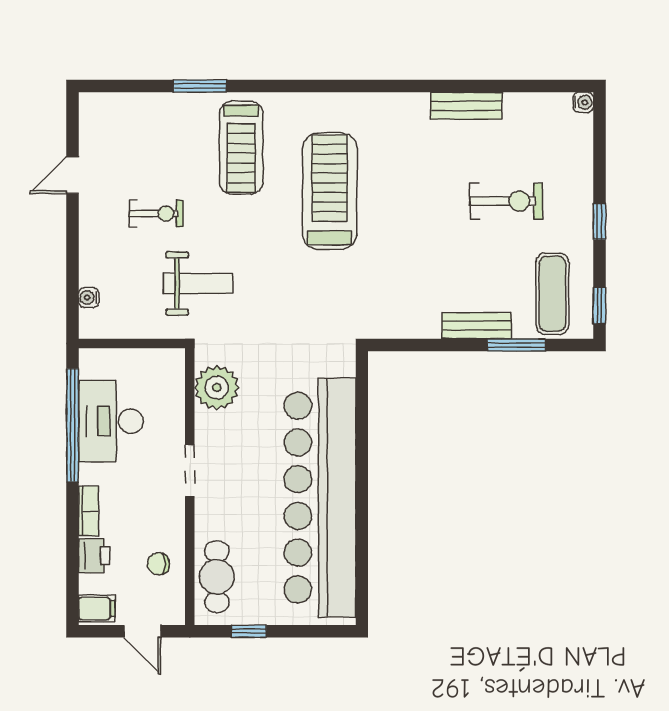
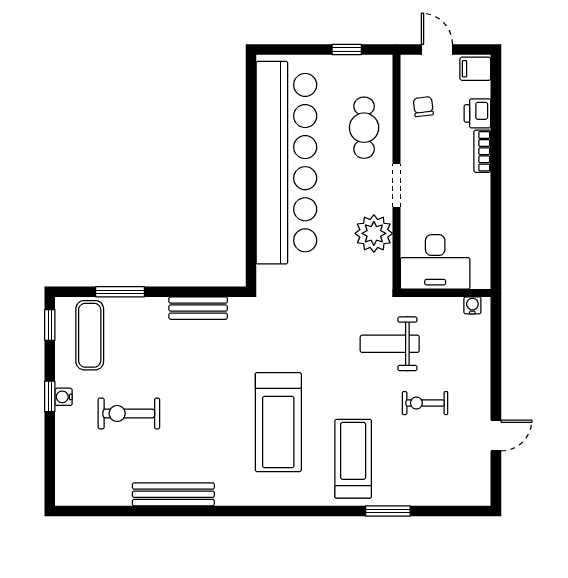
water cooler: (583, 102) -> (64, 397), moved
bench: (466, 106) -> (173, 494), width x1.36
water cooler: (89, 297) -> (472, 305), moved, turned -90
bench: (477, 326) -> (198, 308), moved
plant: (217, 387) -> (374, 233), moved
desk: (111, 421) -> (435, 262), moved, turned 90
window: (73, 425) -> (496, 224), removed
chair: (158, 564) -> (423, 107), turned -97
cafe table: (217, 577) -> (364, 128), moved

